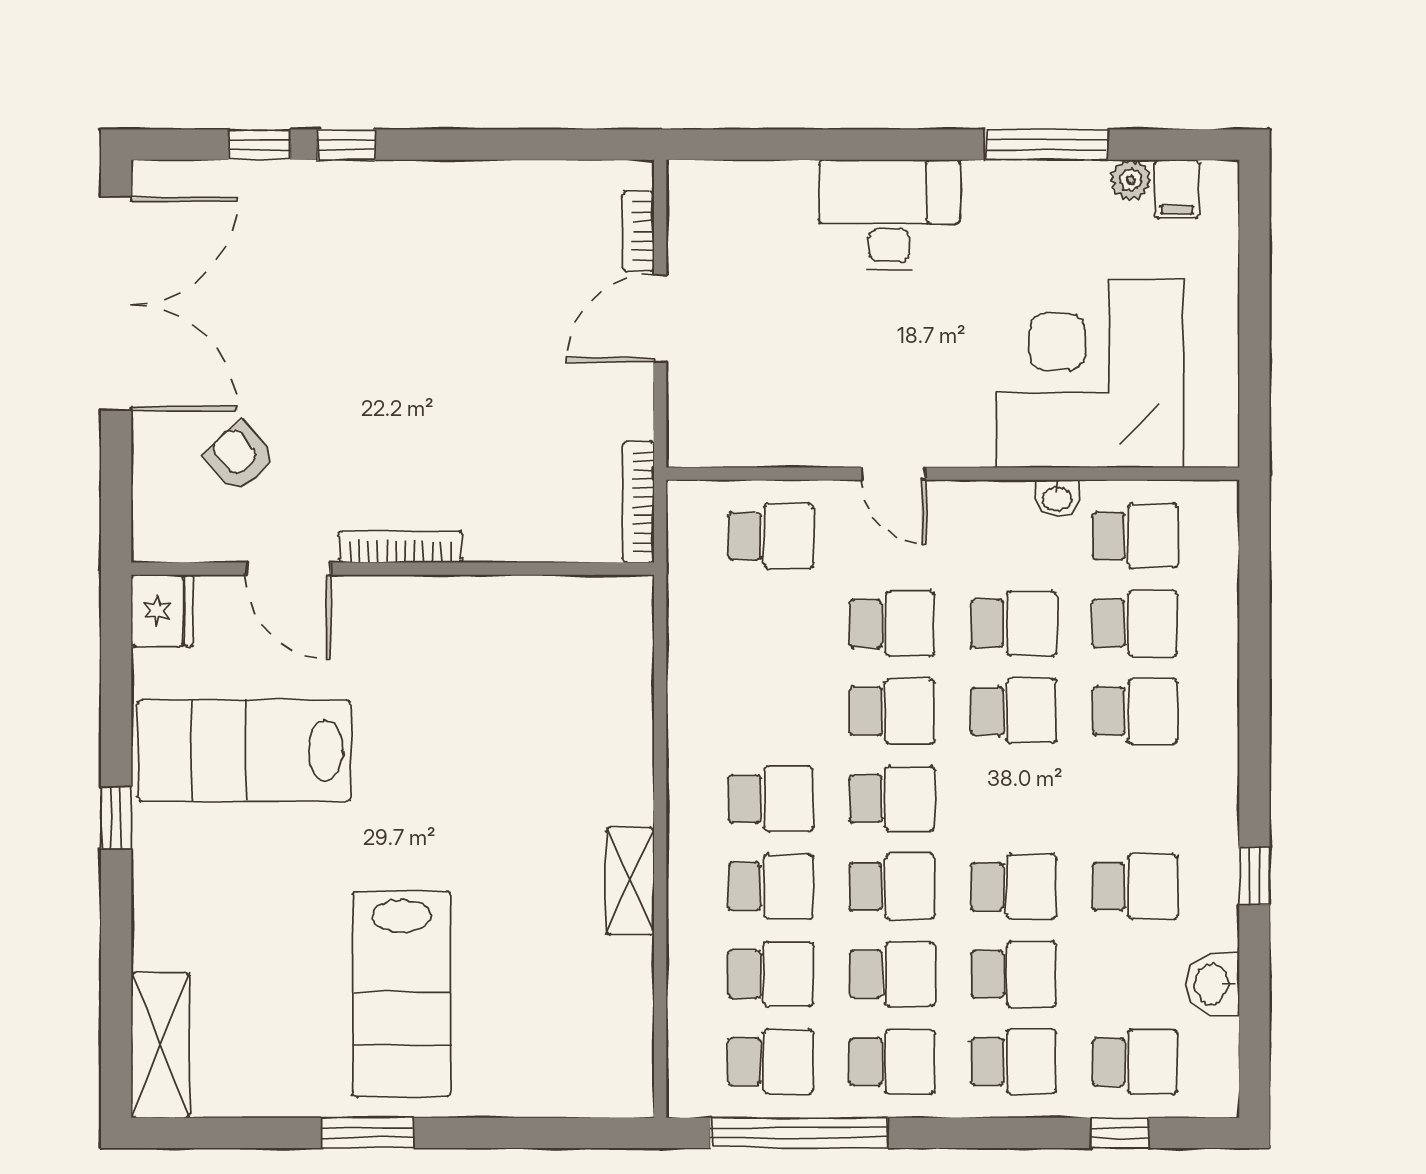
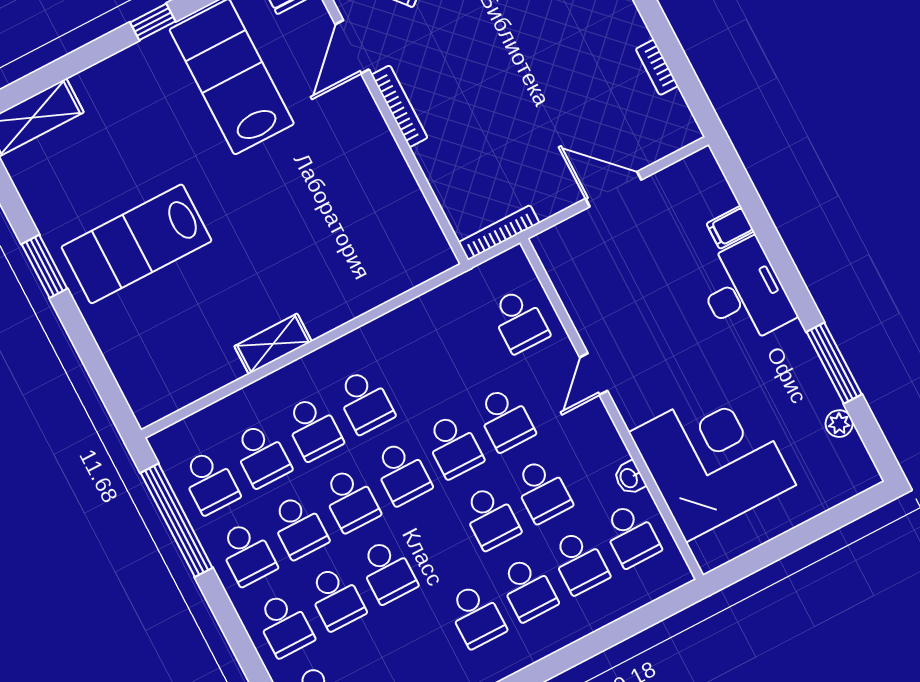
filing cabinet: (1177, 189) -> (730, 227), moved
bookcase: (638, 231) -> (657, 67), moved, turned -90
school desk: (1135, 886) -> (476, 616), moved

